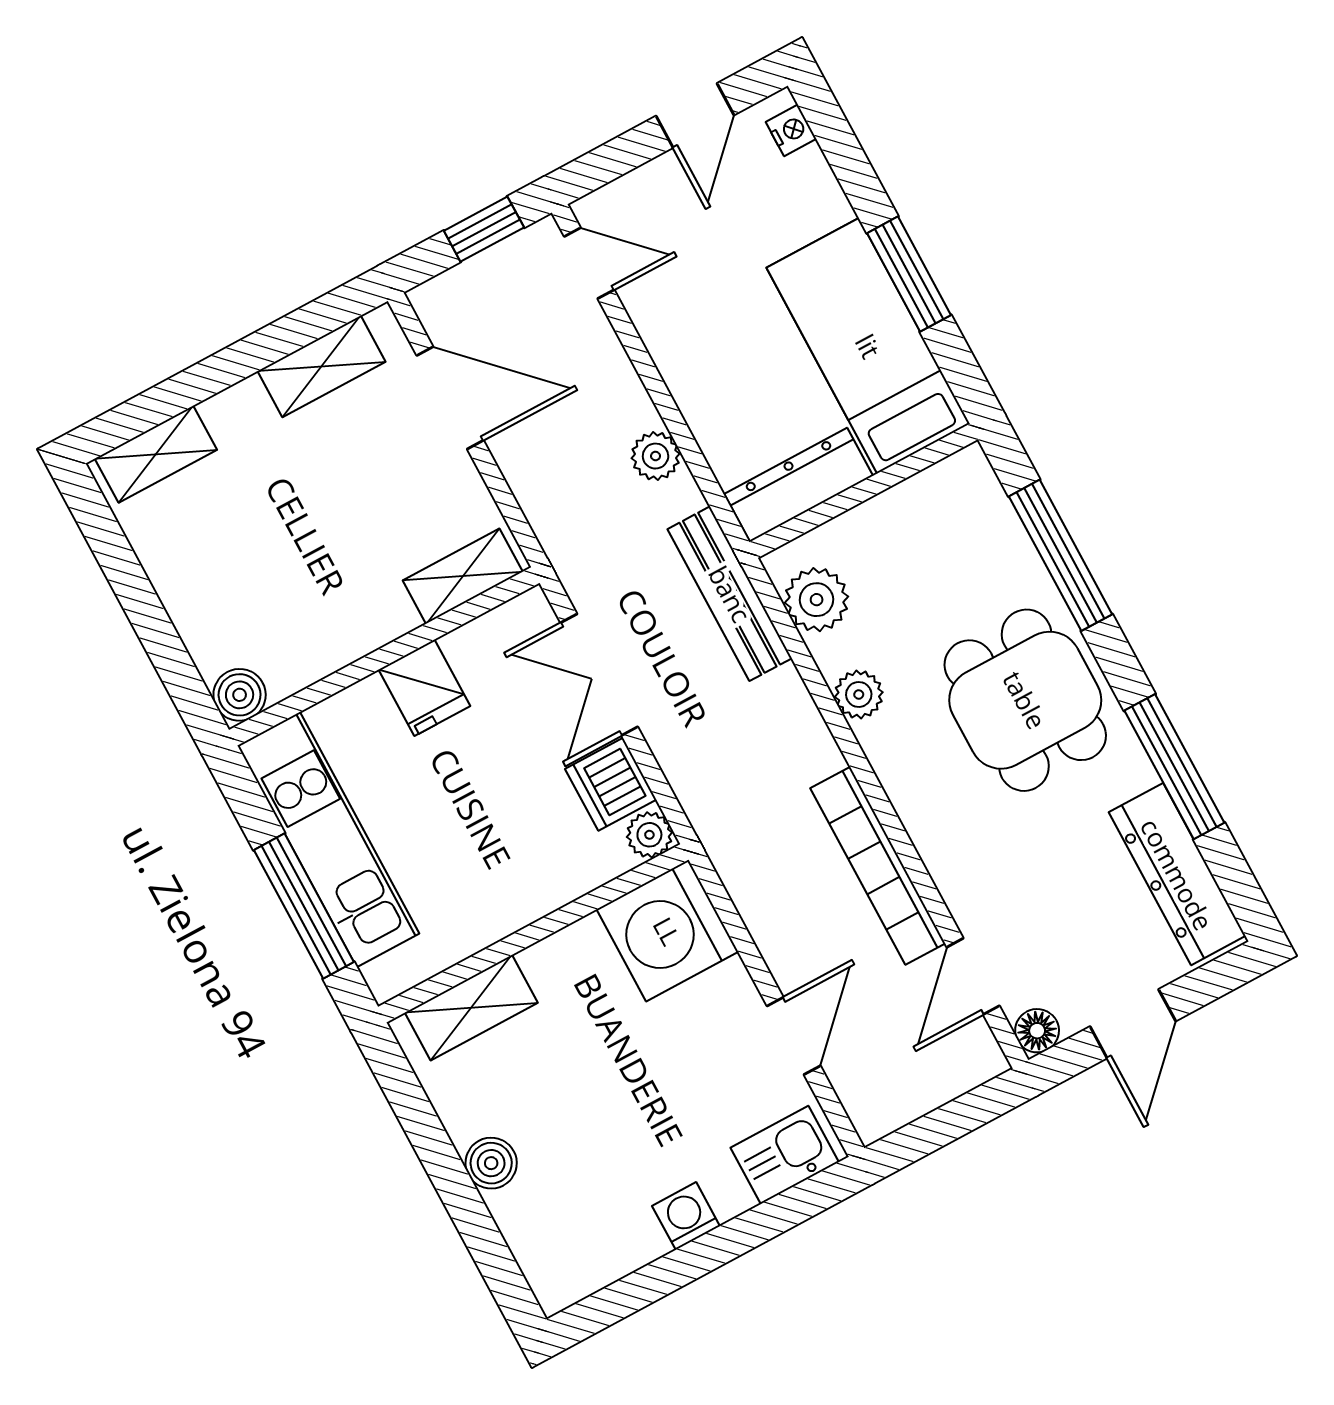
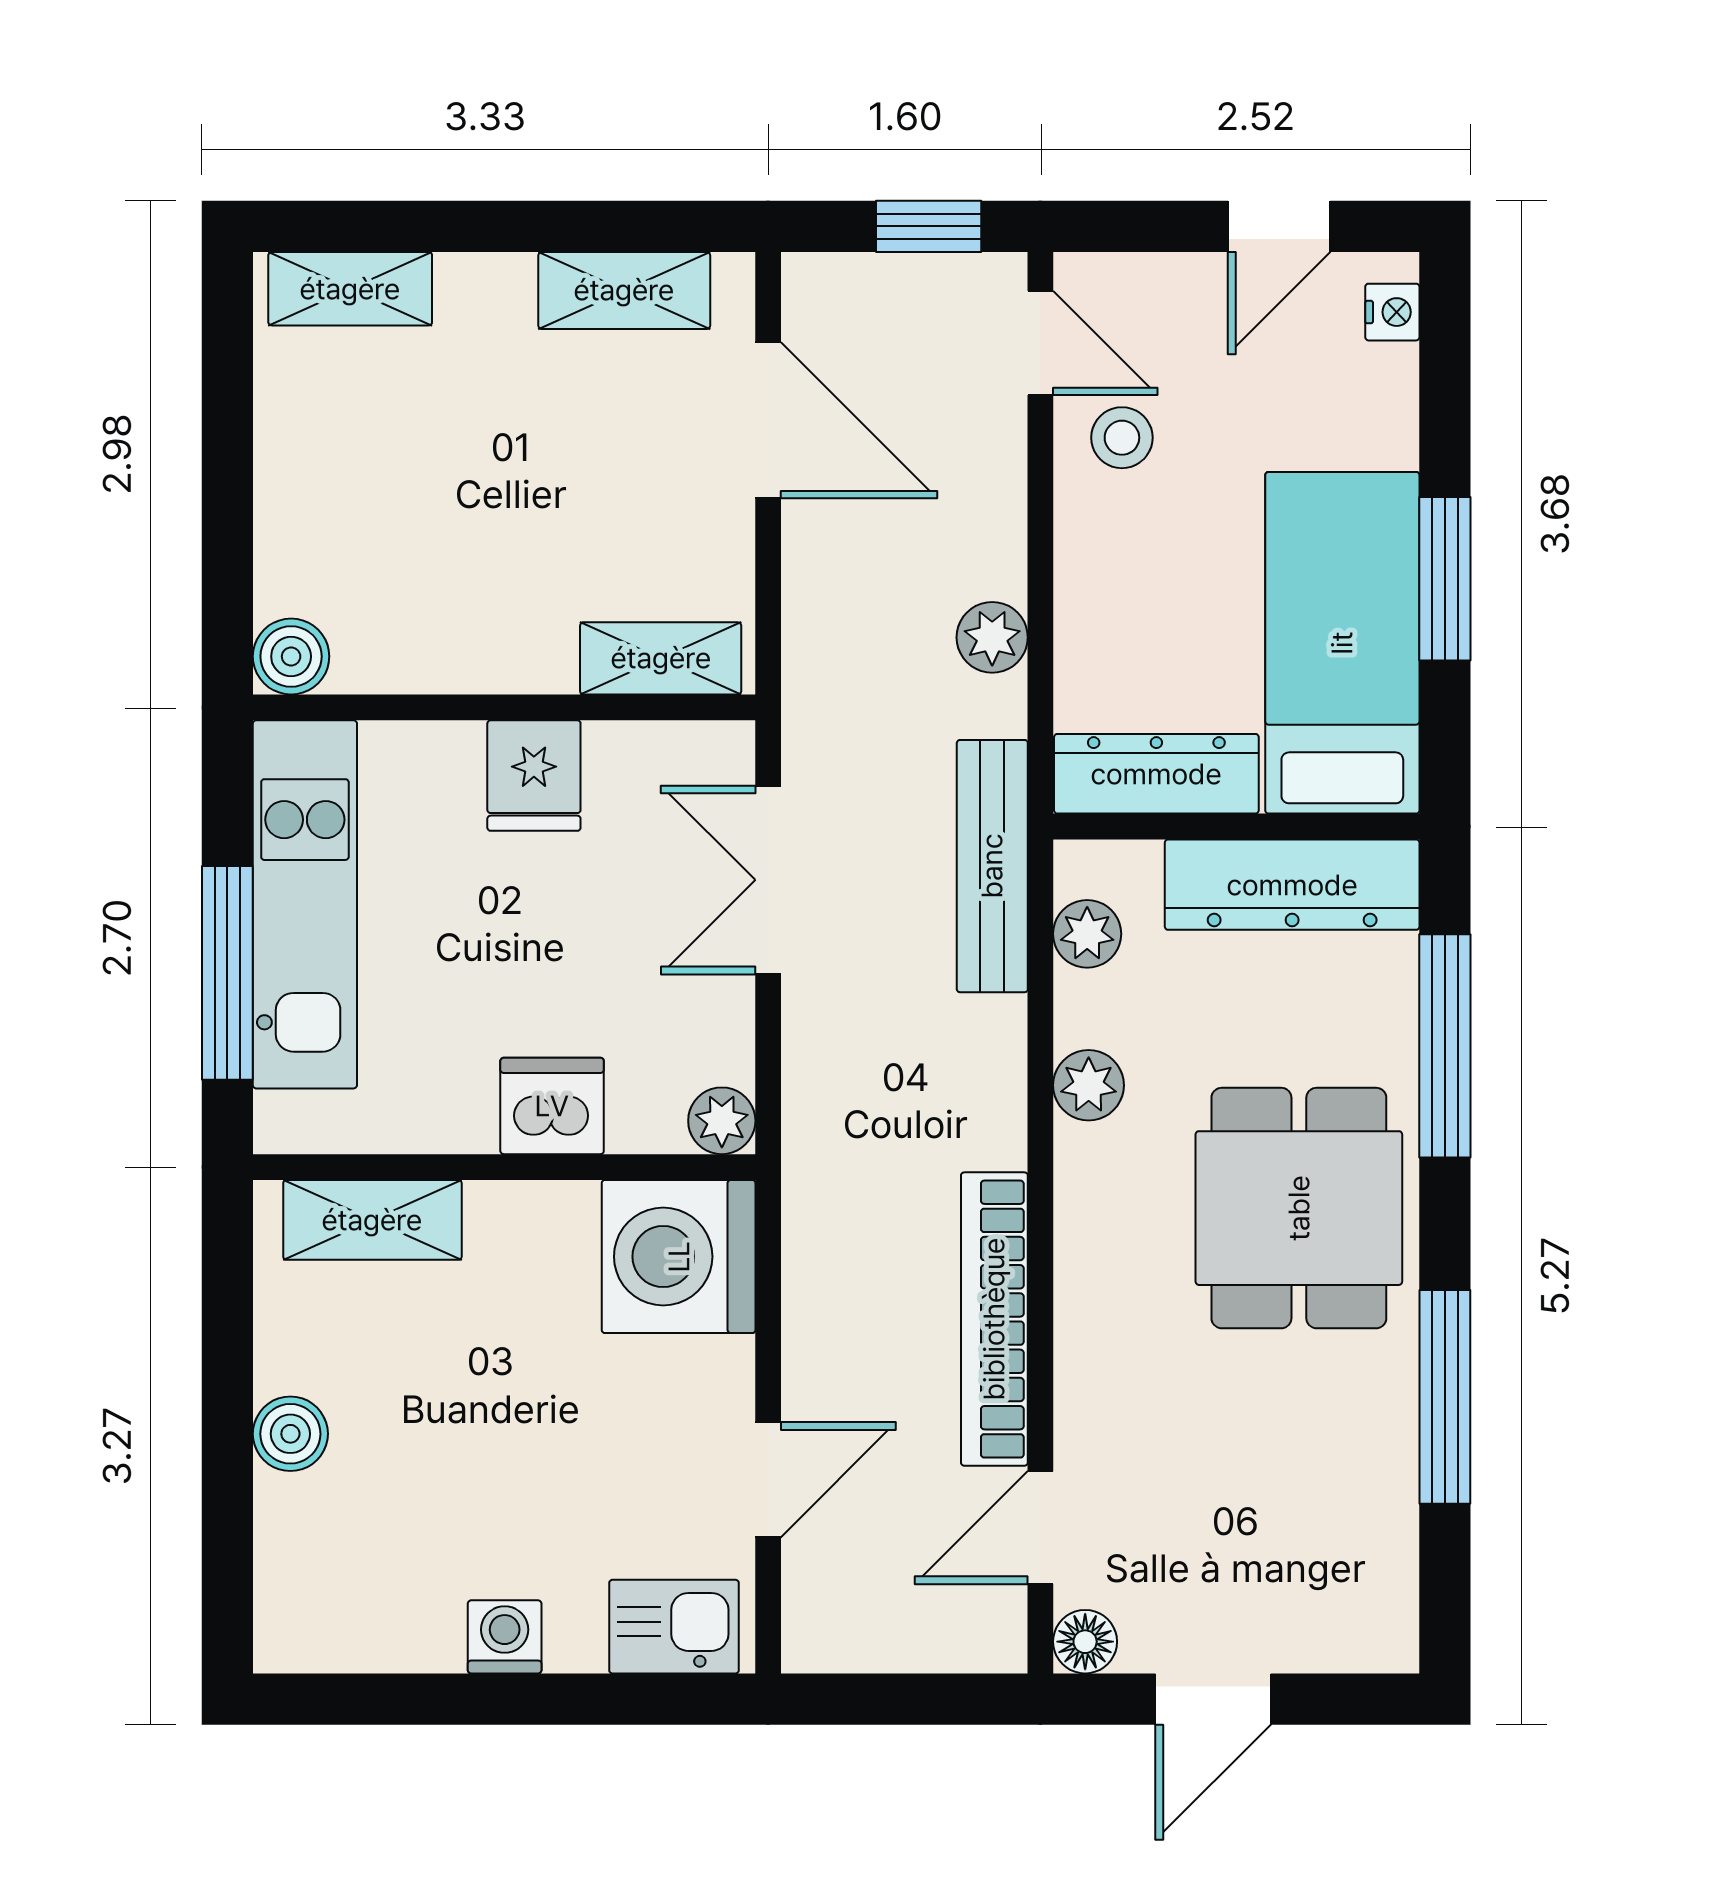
stool: (669, 294) -> (1122, 438), added
plant: (817, 600) -> (1087, 934), width x0.73, depth x0.73
dishwasher: (611, 784) -> (552, 1106), moved, turned 90
dresser: (1177, 874) -> (1292, 885), moved, turned -90

